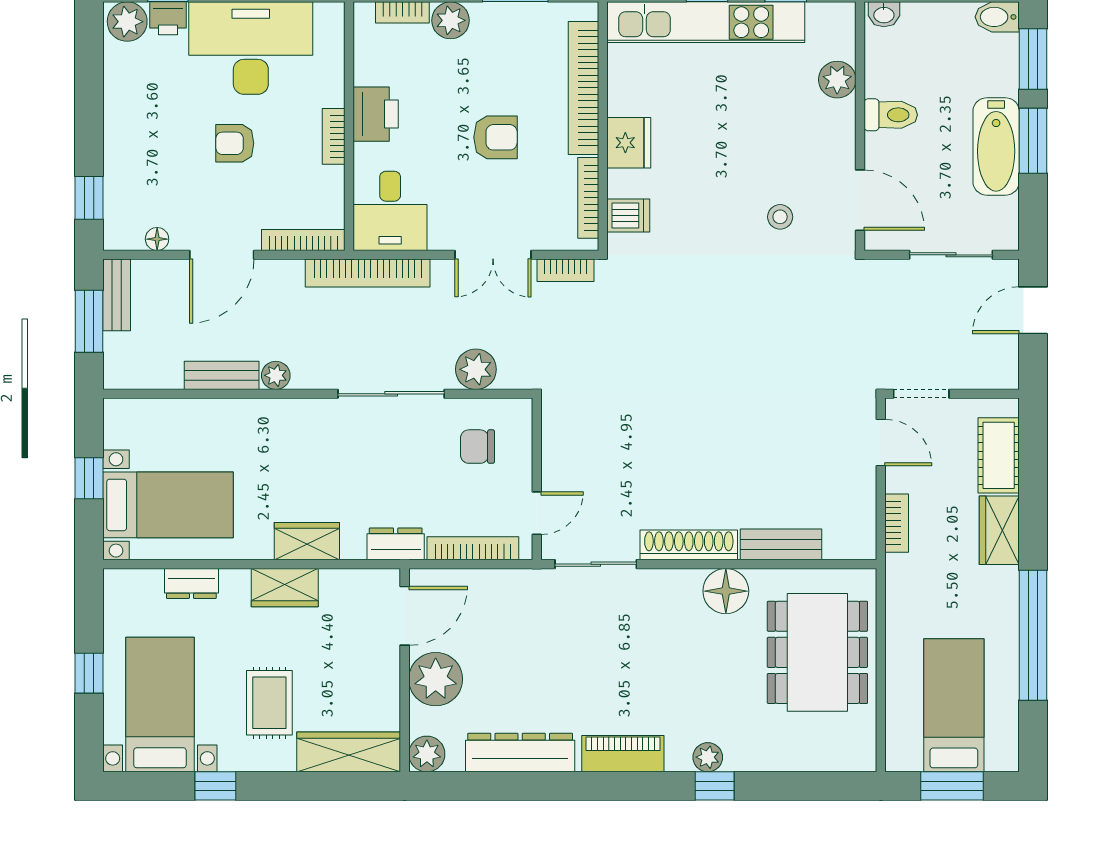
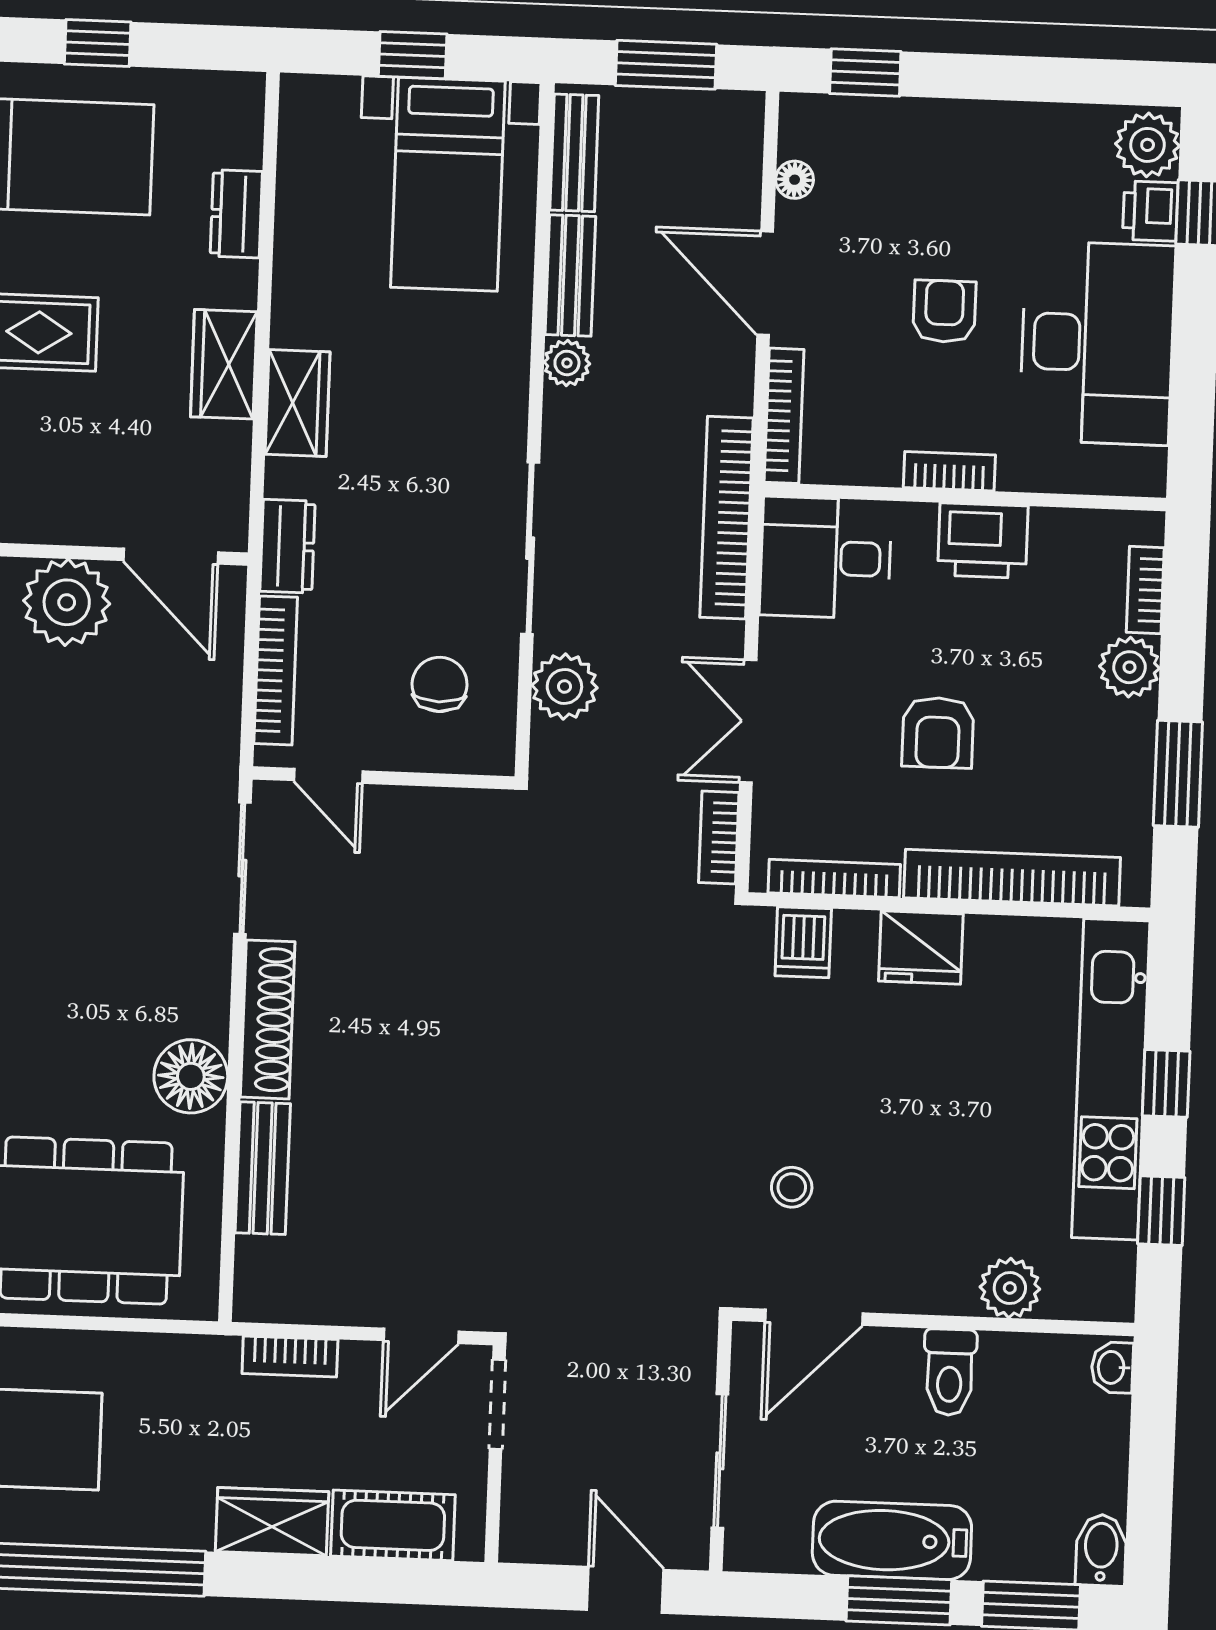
bench: (117, 295) -> (574, 153), moved, turned 90
bed with nightstands: (168, 505) -> (448, 184), moved

